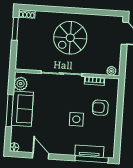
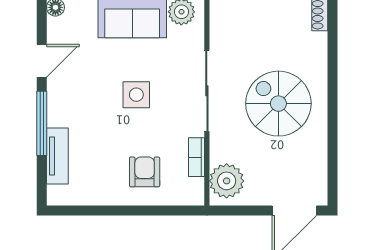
plant: (111, 71) -> (227, 181), width x1.87, depth x1.87
side table: (76, 119) -> (136, 95), moved
window: (92, 159) -> (42, 123), moved

